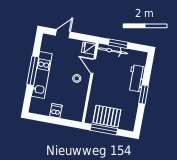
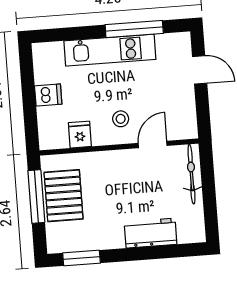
window: (118, 44) -> (208, 181), removed
fridge: (89, 48) -> (80, 135), moved
window: (33, 71) -> (134, 29), moved
window: (143, 95) -> (82, 258), moved

